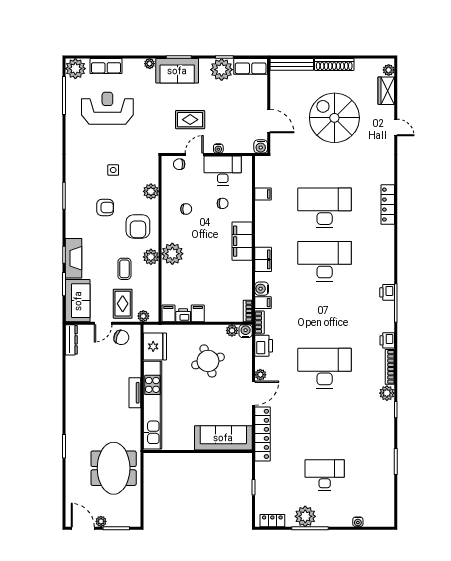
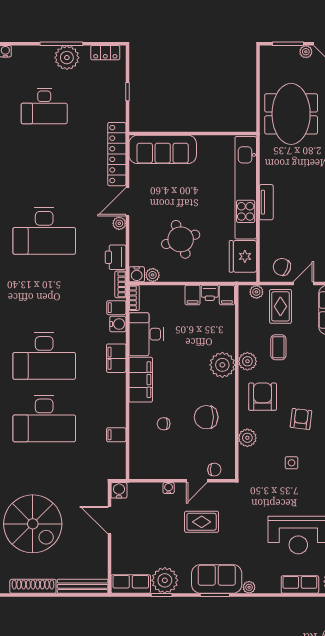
desk: (223, 171) -> (146, 334), moved, turned 90
armchair: (105, 207) -> (301, 419), turned 97
chair: (186, 209) -> (206, 417), width x1.87, depth x1.87

